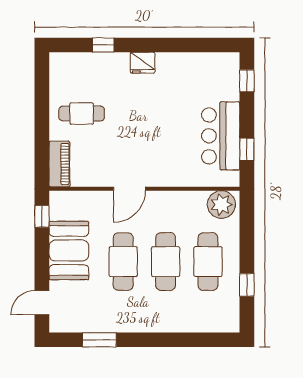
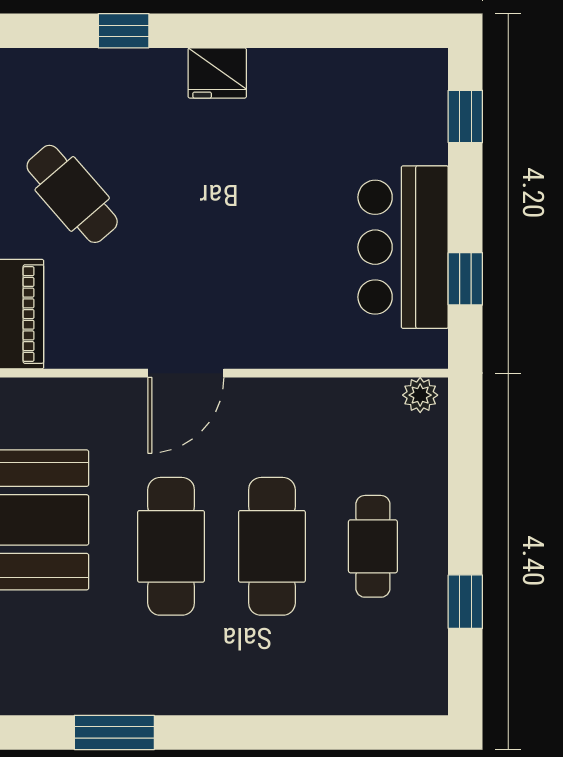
cafe table: (82, 114) -> (72, 194), turned 49
plant: (221, 205) -> (420, 395), width x0.53, depth x0.53
cafe table: (208, 262) -> (373, 546), width x0.73, depth x0.74

